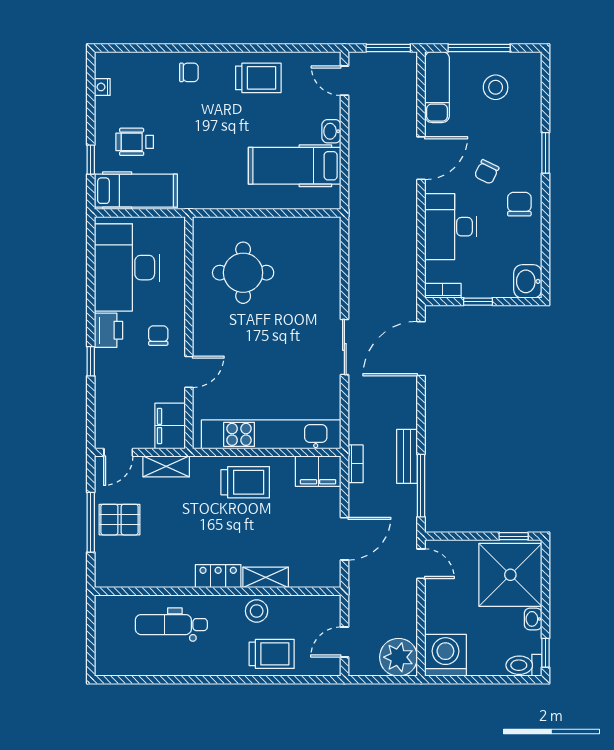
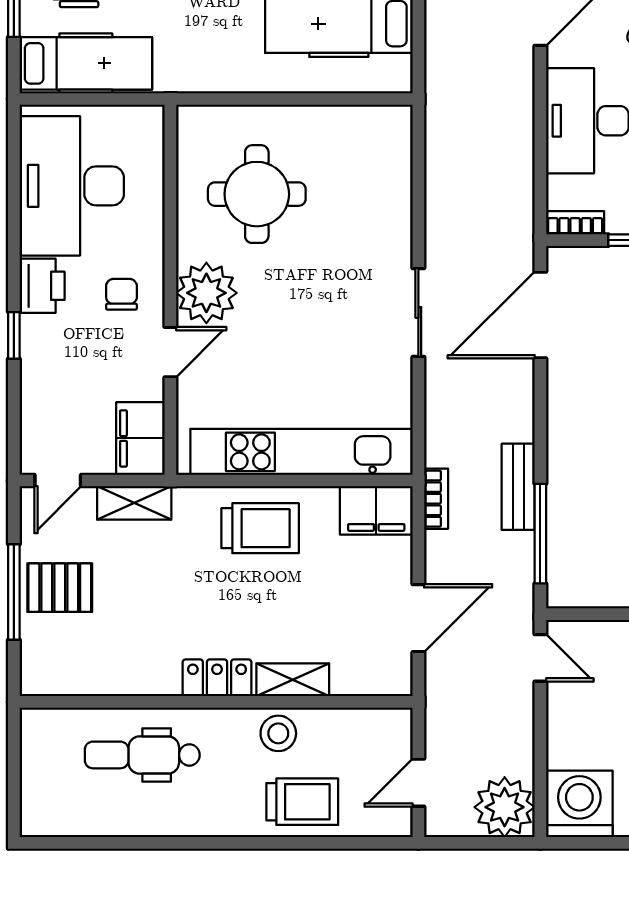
plant: (212, 335) -> (206, 293), added

